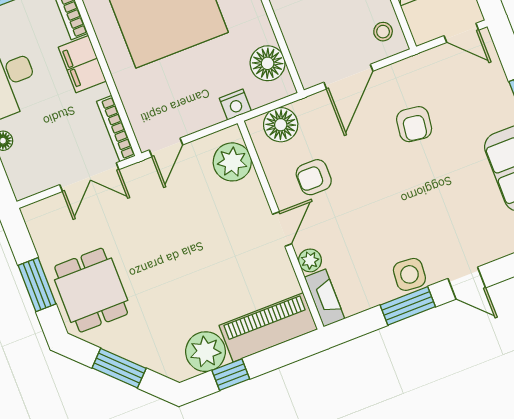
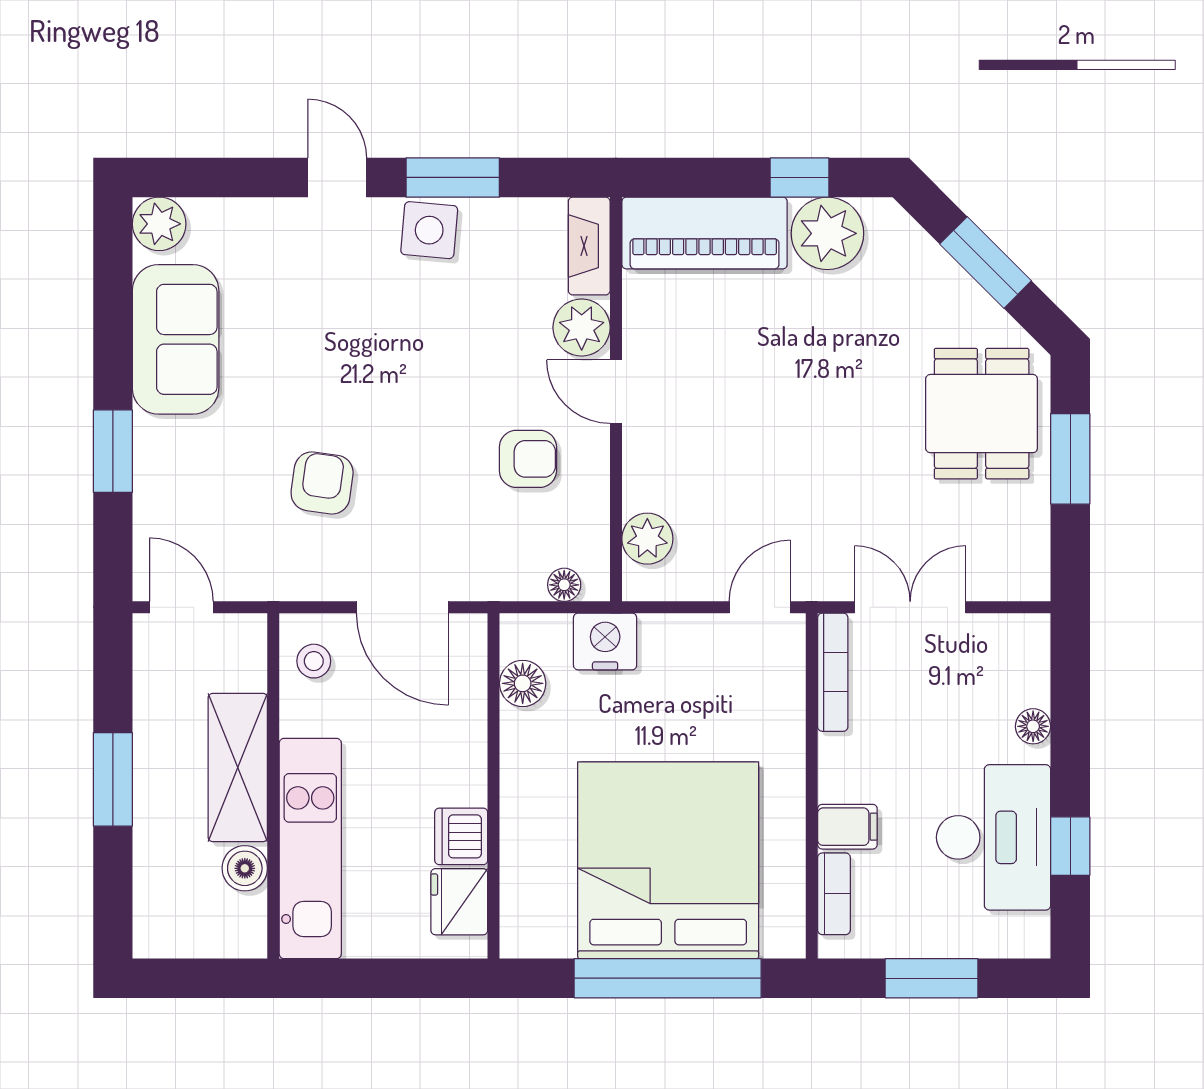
floor lamp: (268, 63) -> (523, 683), width x0.73, depth x0.73
filing cabinet: (82, 64) -> (847, 827), width x0.50
door: (348, 77) -> (402, 607), swing flipped
nightstand: (235, 104) -> (605, 641), width x1.36, depth x1.33
floor lamp: (281, 125) -> (564, 585), width x0.53, depth x0.53
plant: (232, 162) -> (647, 539), width x0.73, depth x0.73
door: (282, 229) -> (616, 392), hinge flipped
plant: (310, 260) -> (582, 327), width x1.38, depth x1.38

